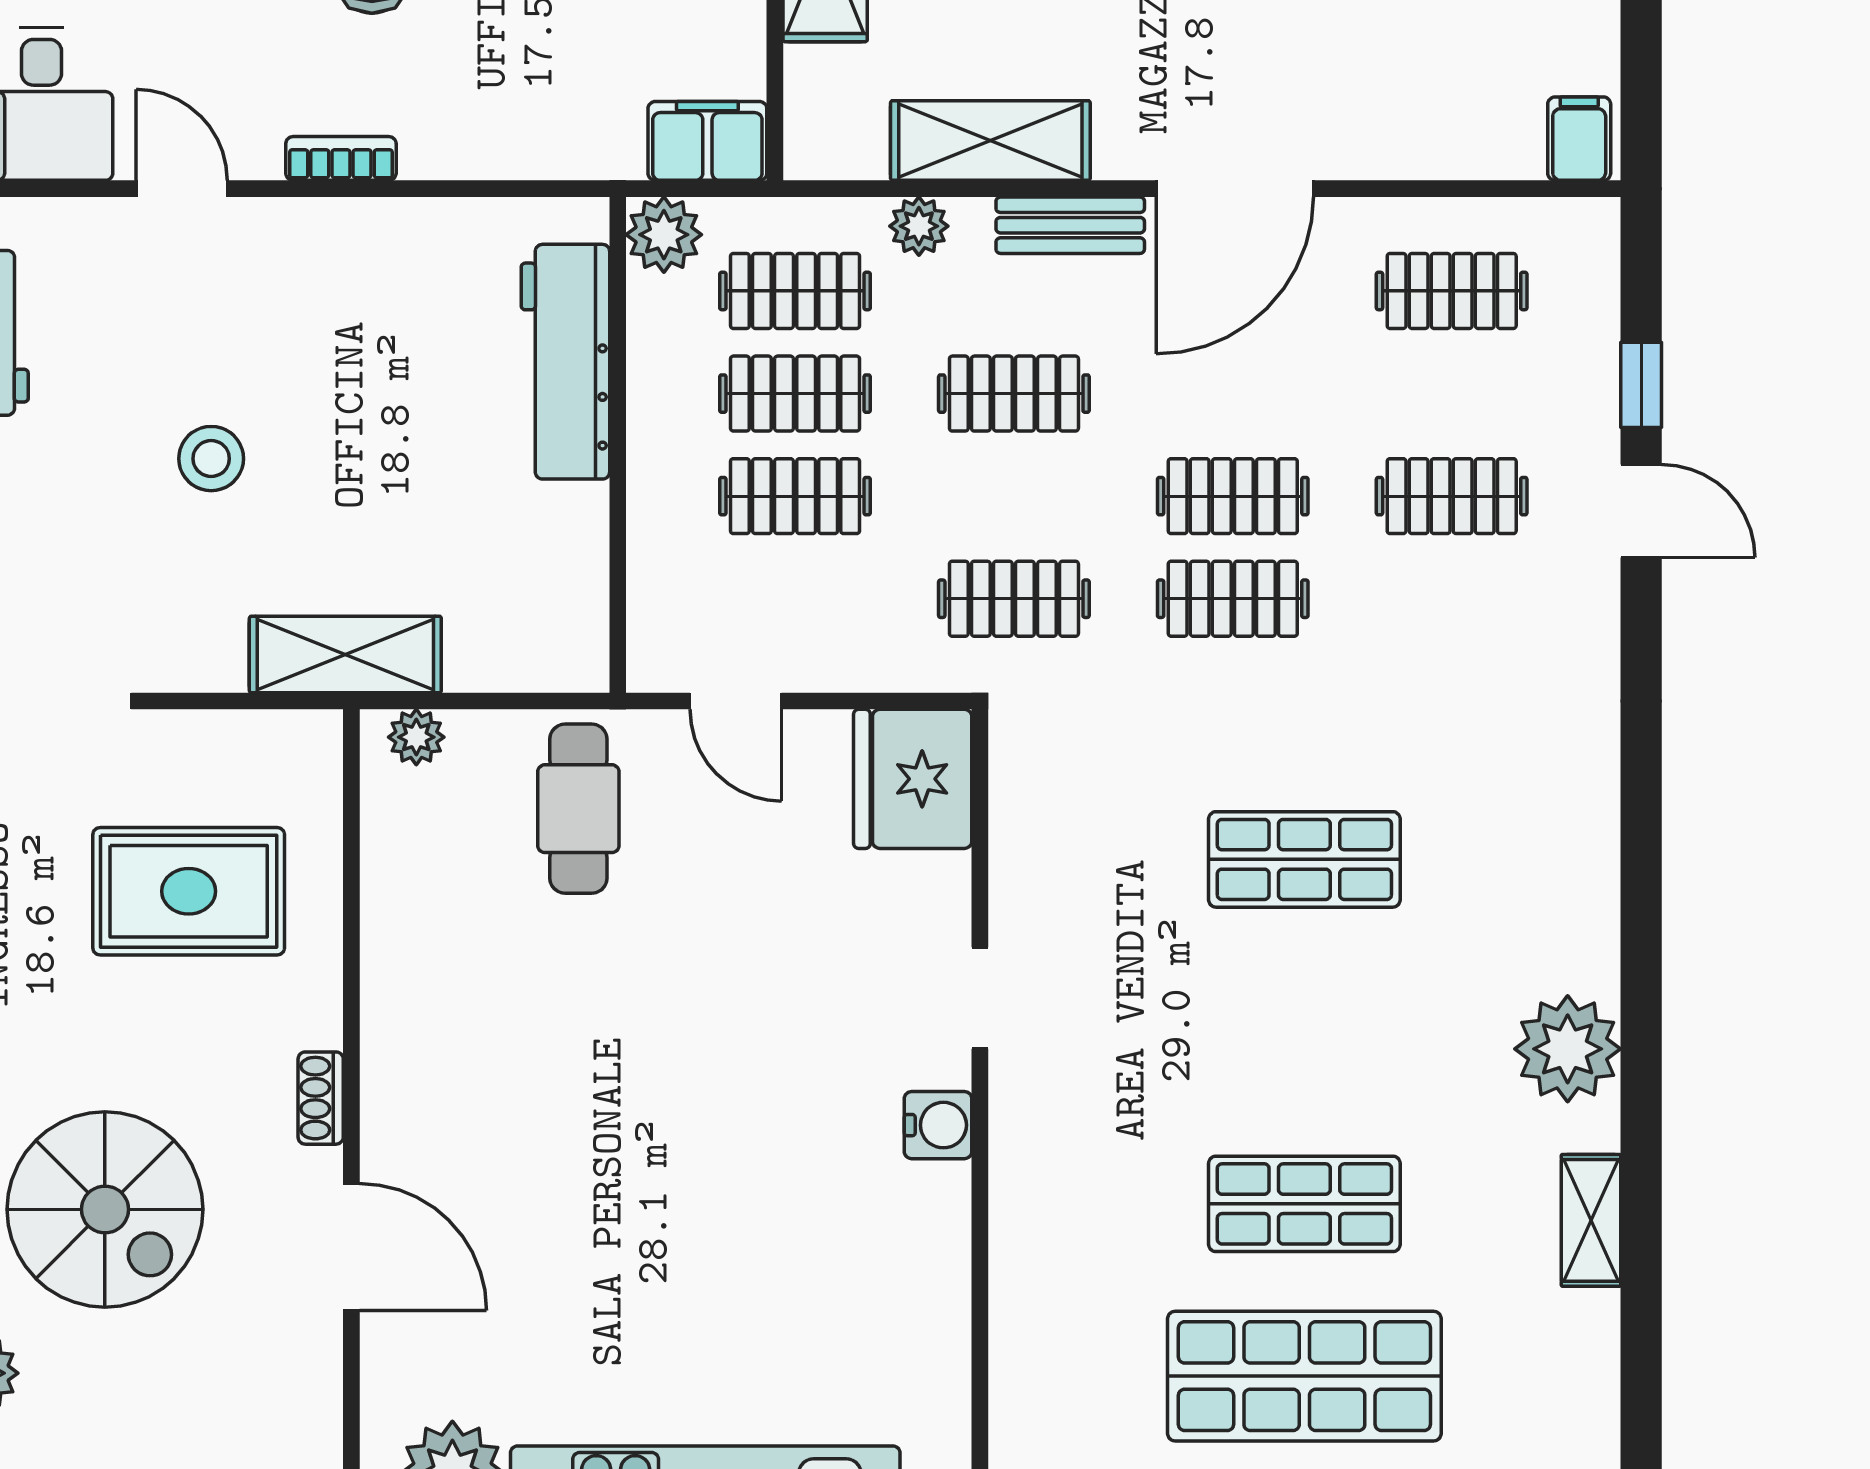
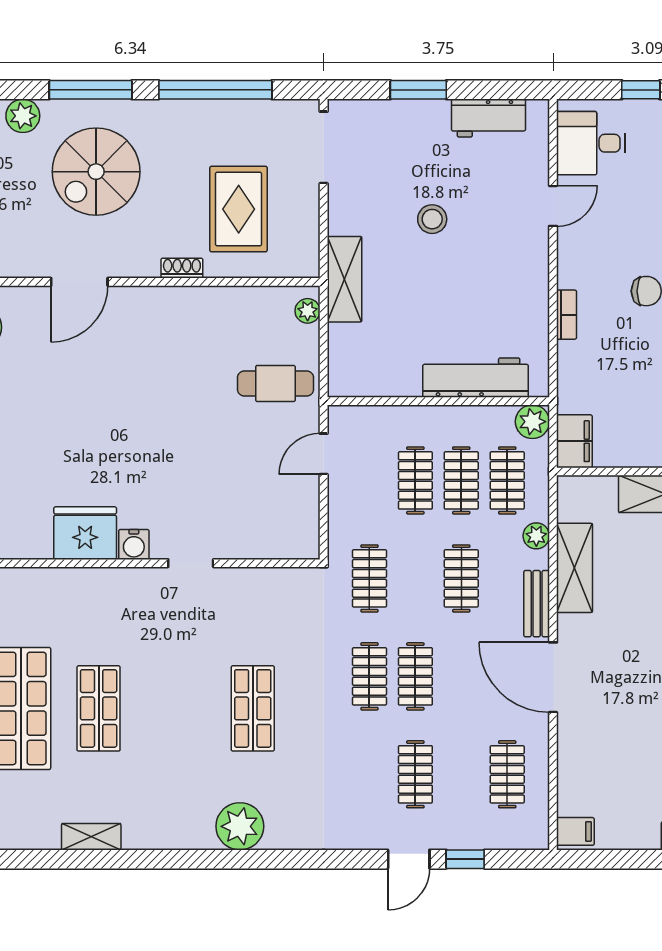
bookcase: (341, 158) -> (567, 315), moved
fridge: (913, 779) -> (85, 533), moved
plant: (1568, 1049) -> (240, 826), moved
shoe rack: (321, 1098) -> (182, 268), moved

